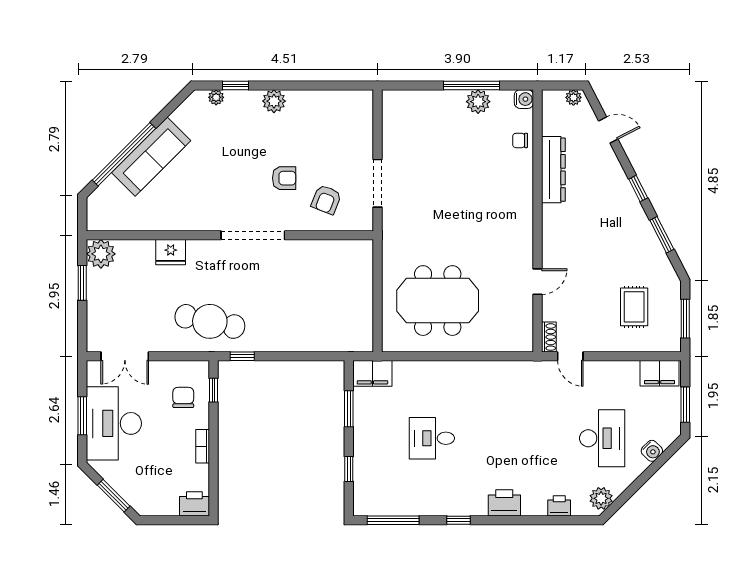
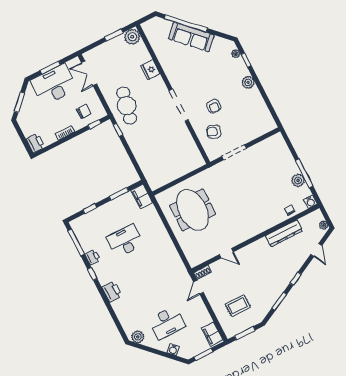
desk: (432, 438) -> (125, 241), width x1.37
printer: (559, 506) -> (92, 257), moved

